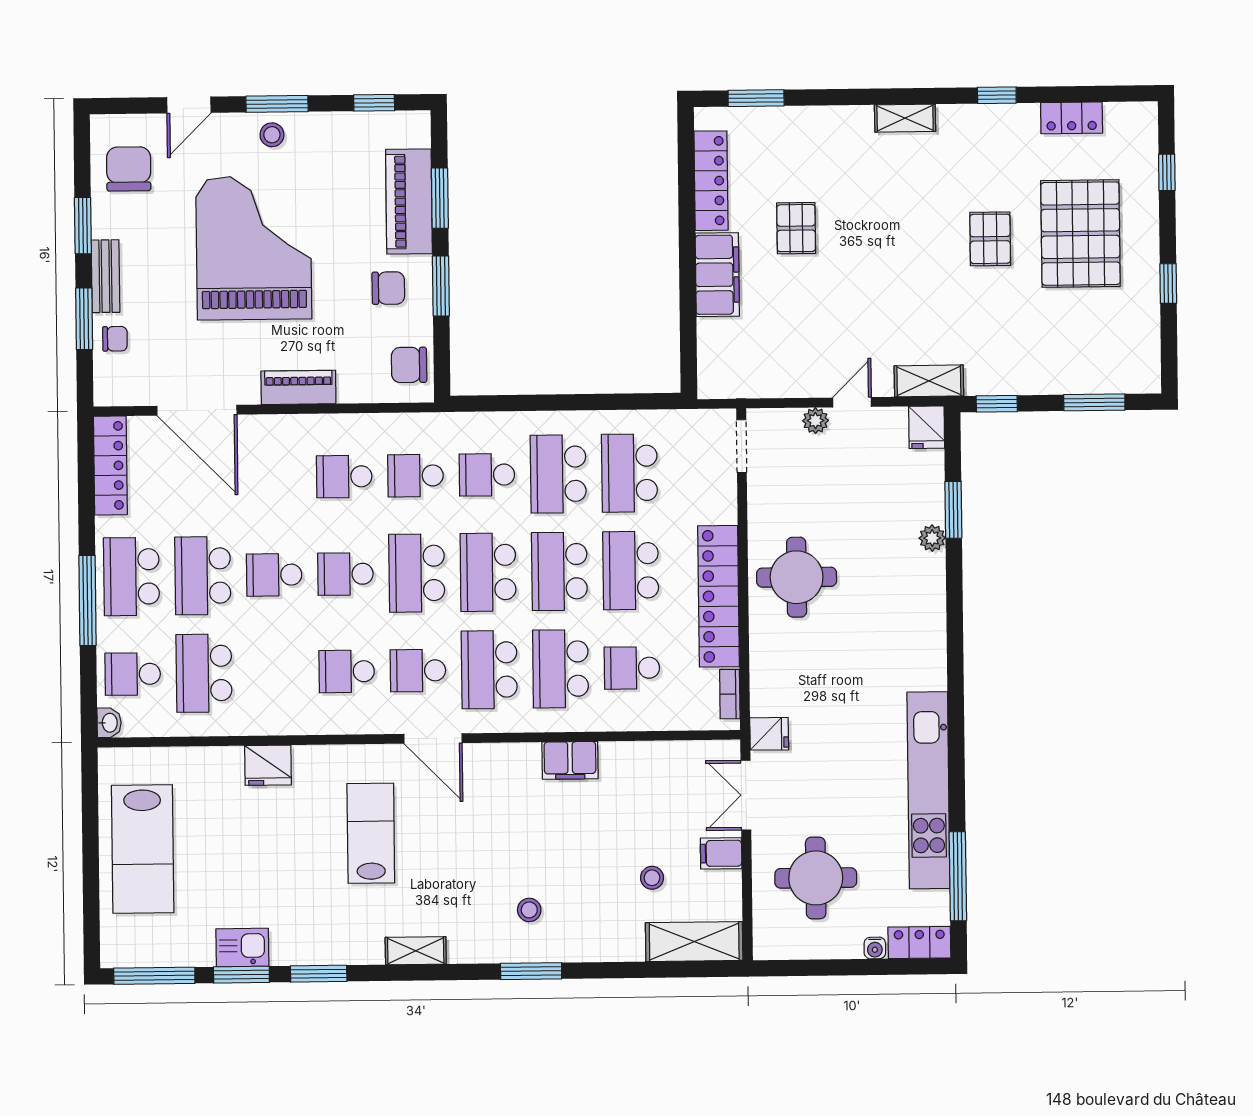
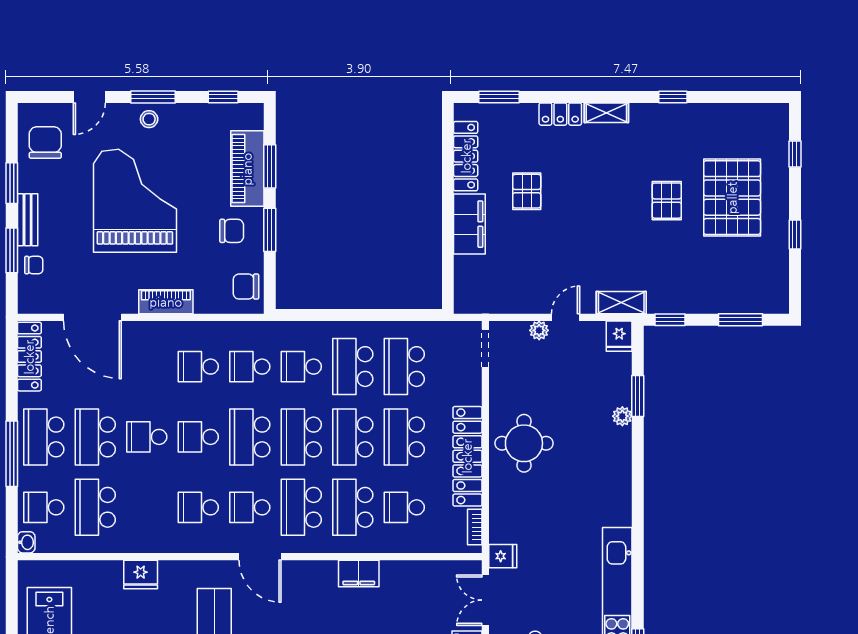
locker: (1072, 118) -> (560, 114), moved

